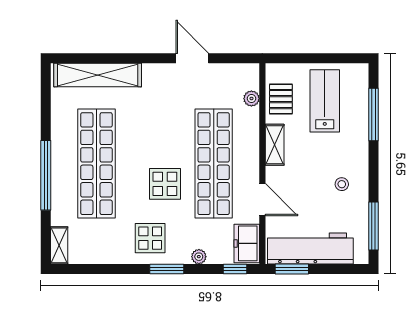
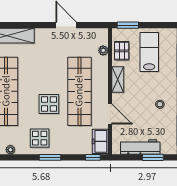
window: (291, 58) -> (128, 25), added
workbench: (310, 249) -> (140, 147), width x0.73, depth x0.76
plant: (199, 257) -> (10, 150), moved
window: (292, 269) -> (153, 157), moved

